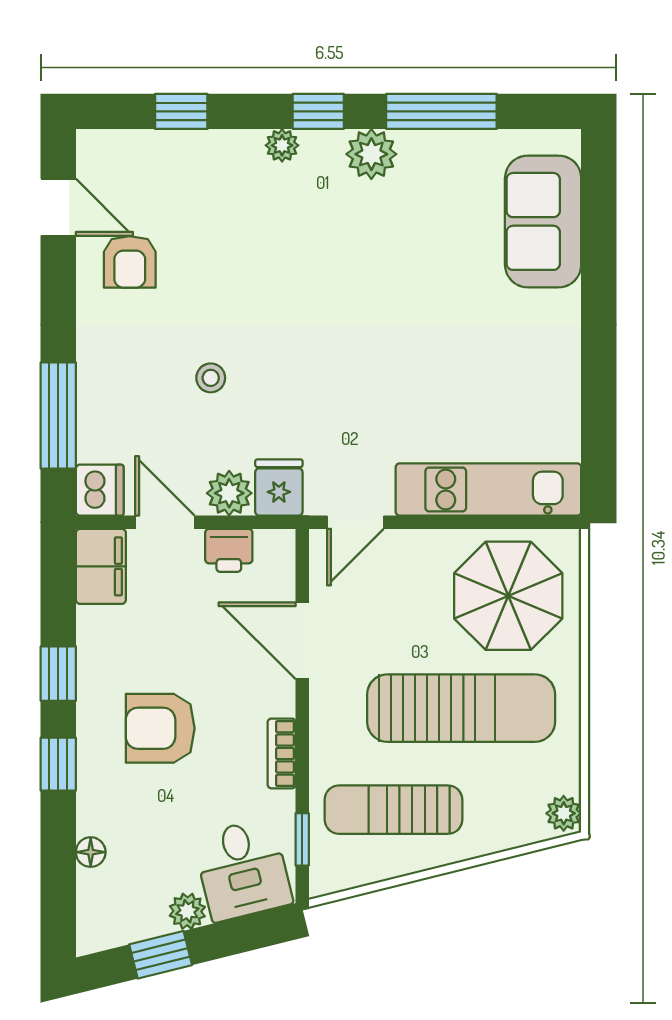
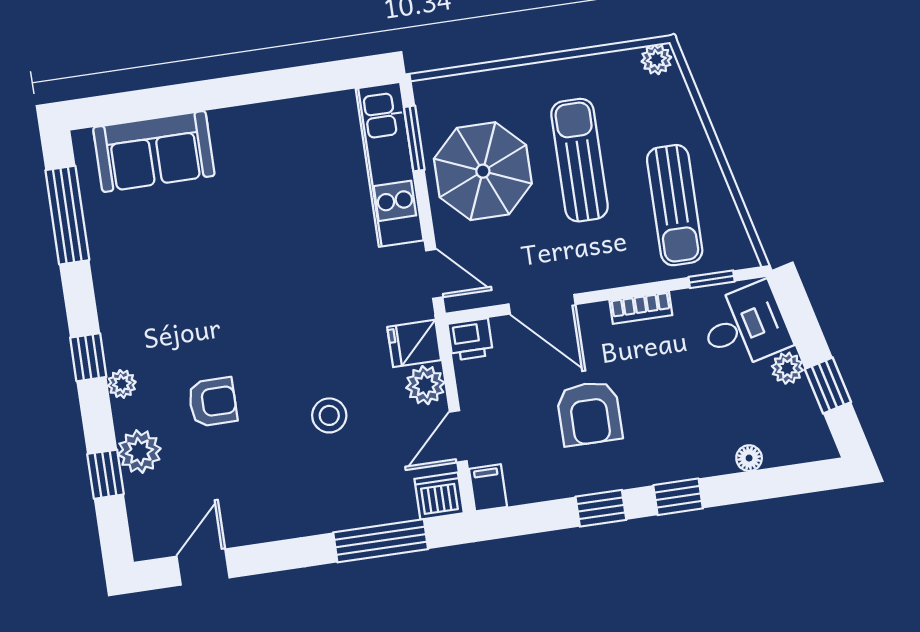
window: (441, 111) -> (67, 215), moved
plant: (371, 154) -> (139, 452), moved
armchair: (130, 262) -> (213, 402), moved
stool: (211, 378) -> (329, 415), width x1.37, depth x1.37
window: (514, 522) -> (414, 138), added
printer: (229, 550) -> (470, 339), moved, turned 90
filing cabinet: (101, 566) -> (488, 488), width x0.50
parasol: (508, 596) -> (483, 171), moved
door: (302, 641) -> (542, 304), hinge flipped
sun lounger: (461, 708) -> (579, 160), width x0.73, depth x0.75
armchair: (160, 728) -> (589, 413), moved

